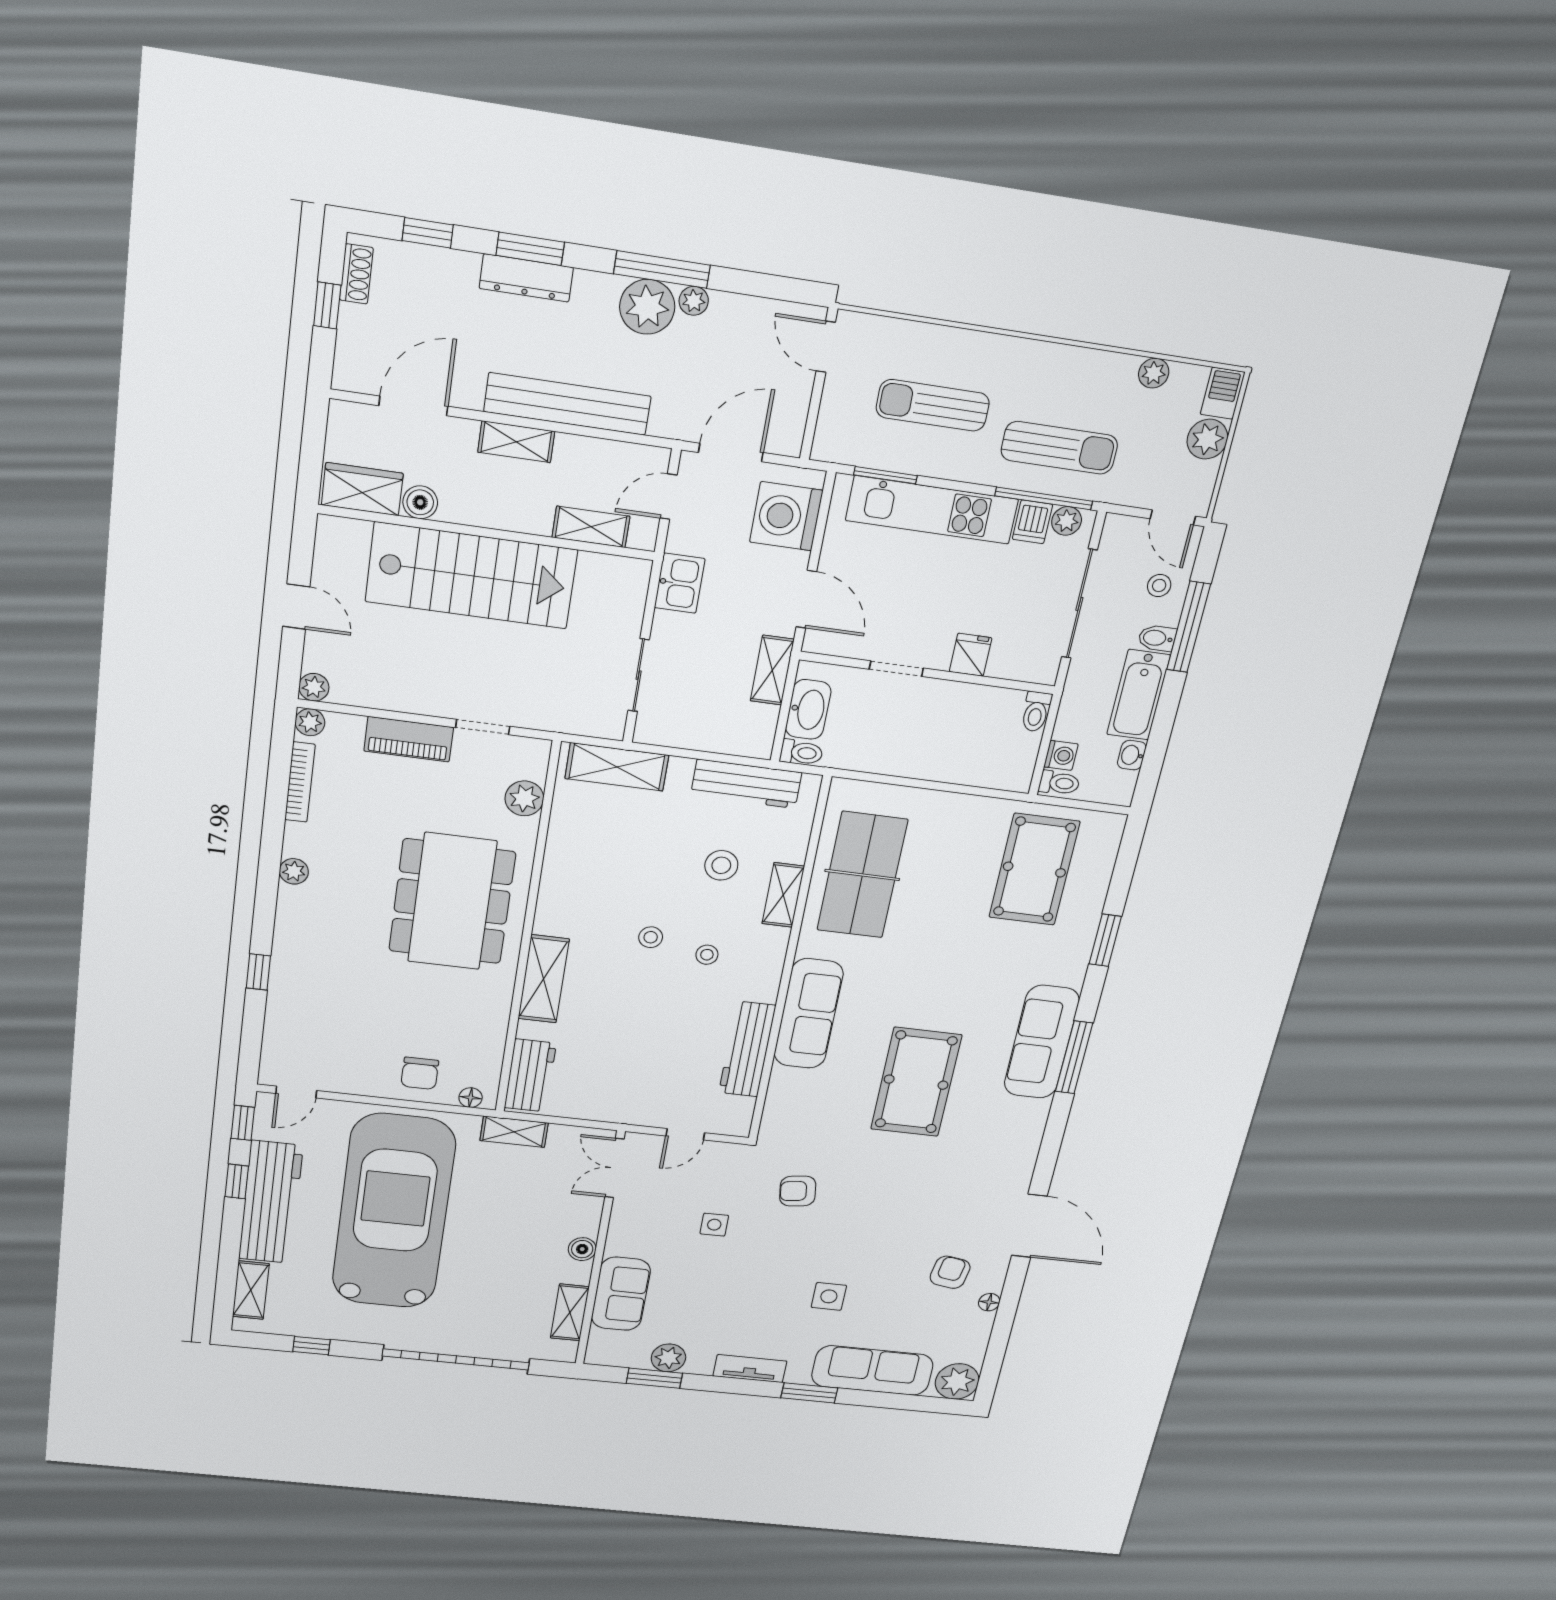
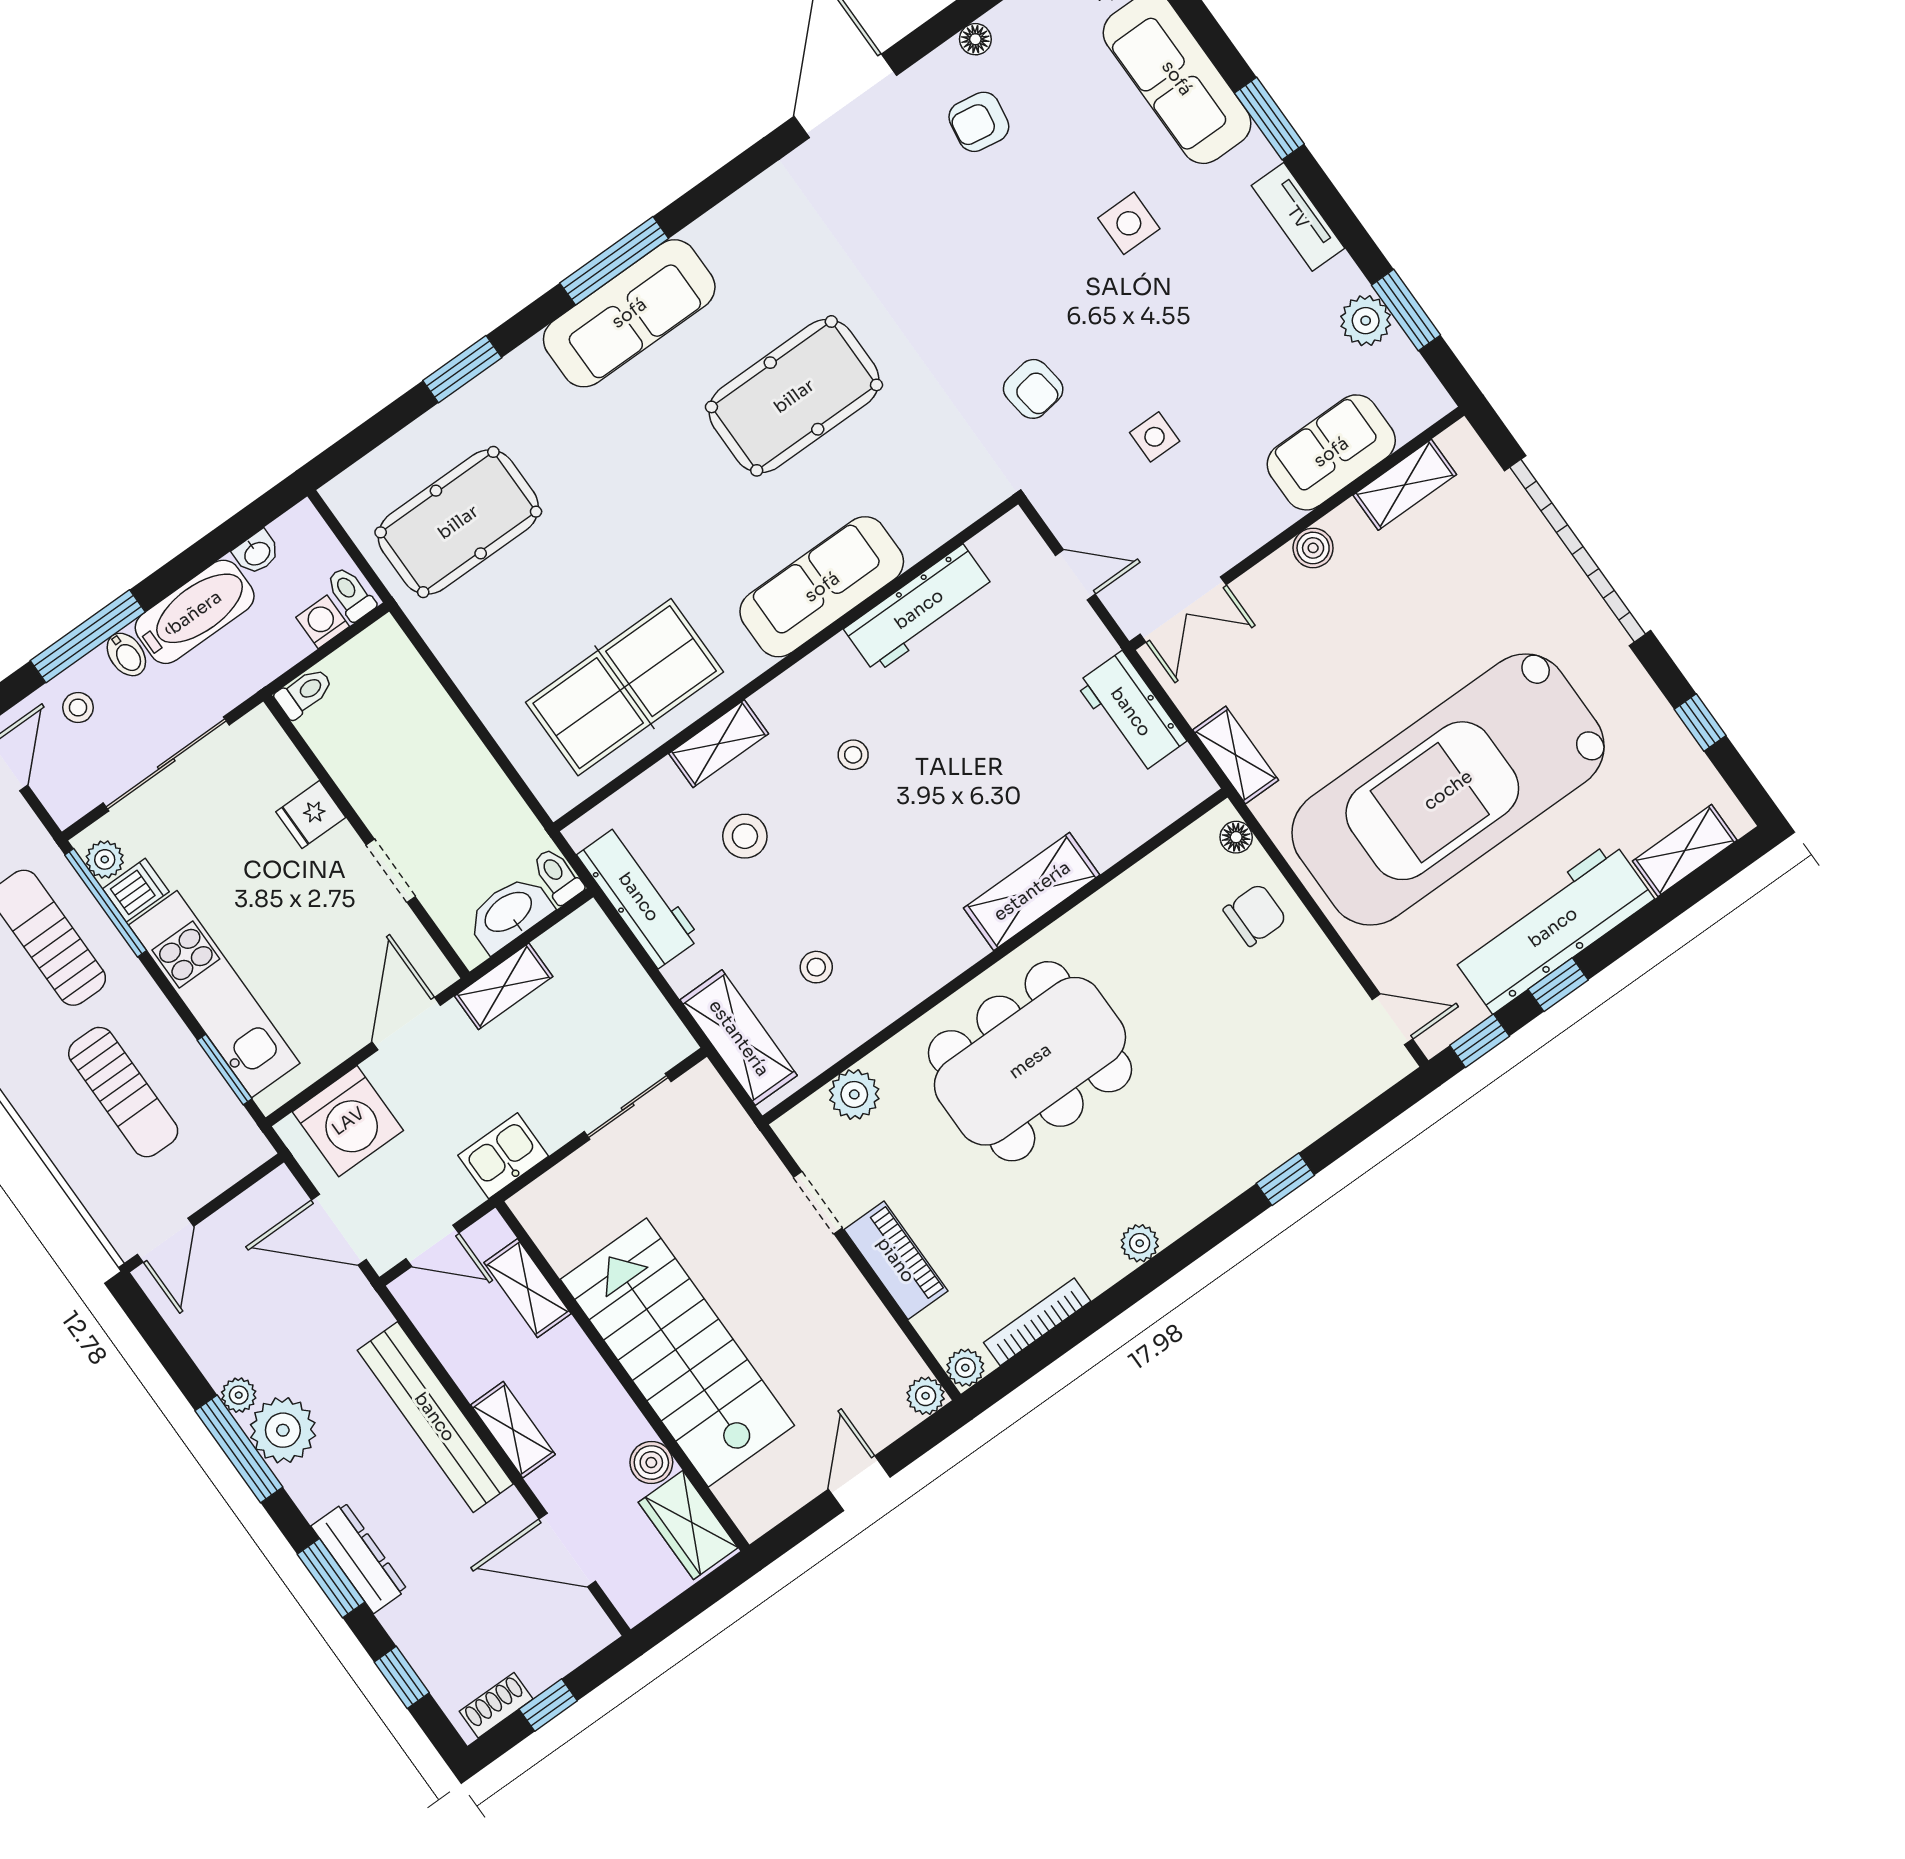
stool: (651, 937) -> (816, 967), moved
workbench: (530, 1076) -> (1131, 712), moved, turned -90

